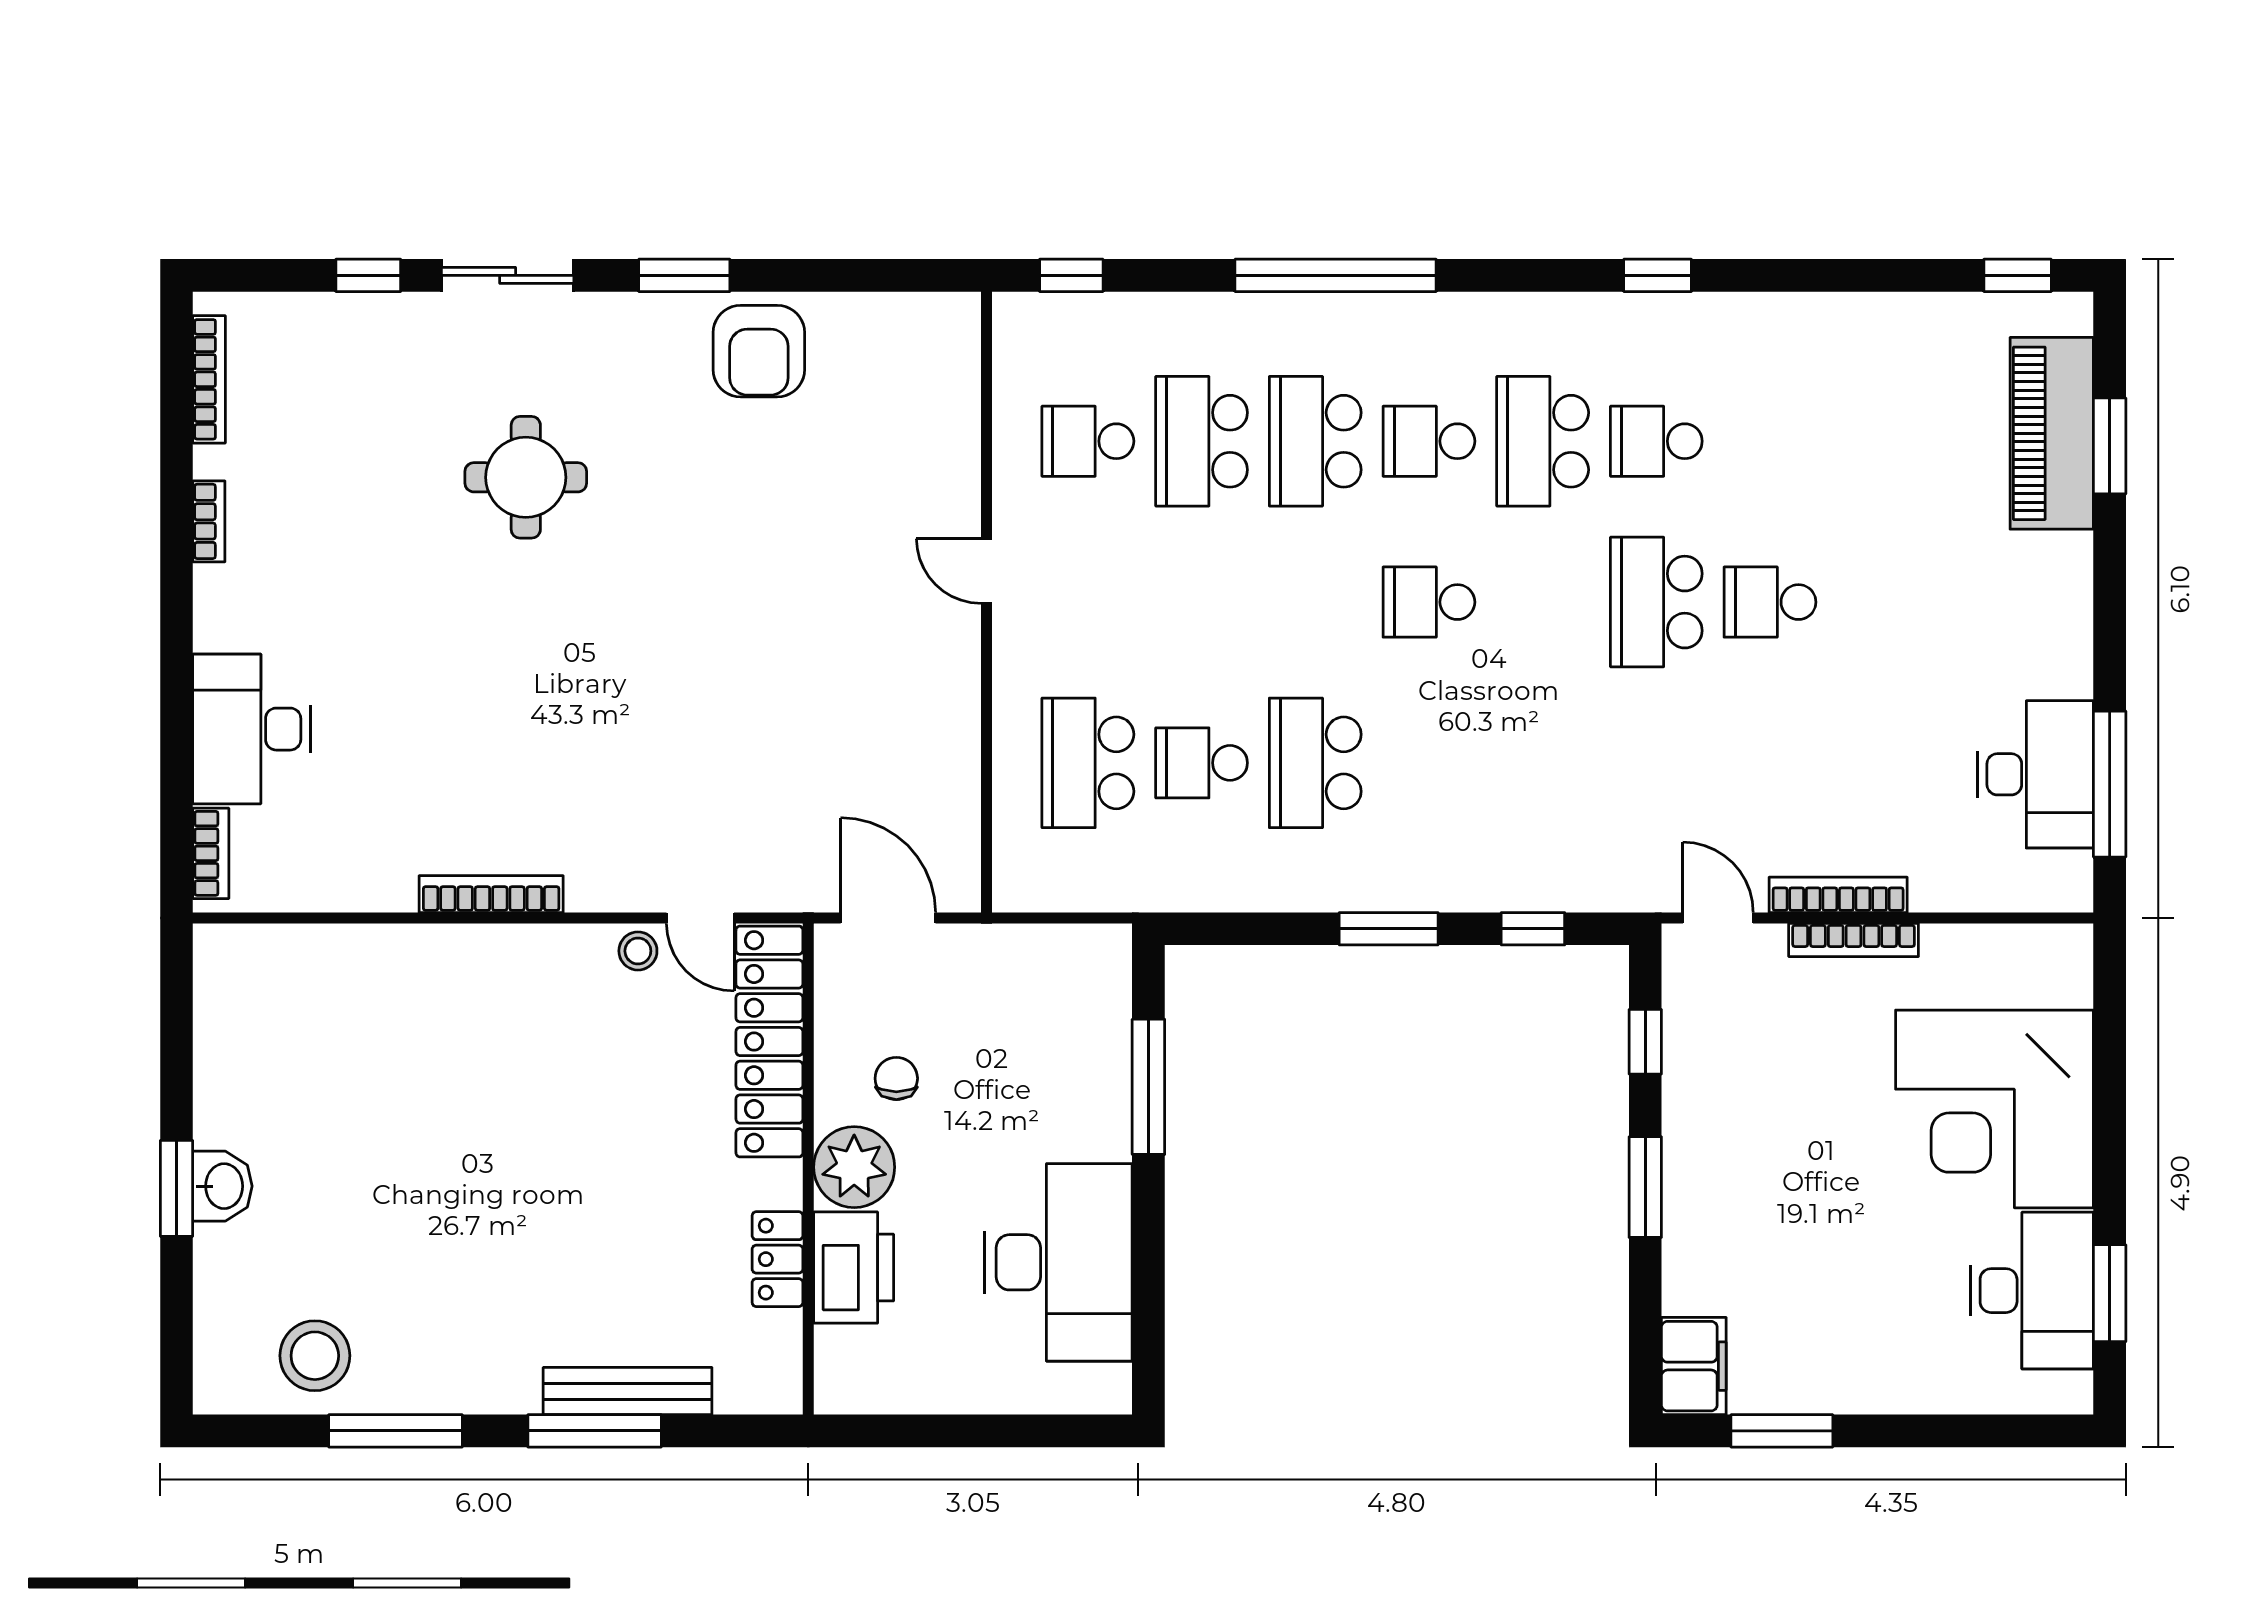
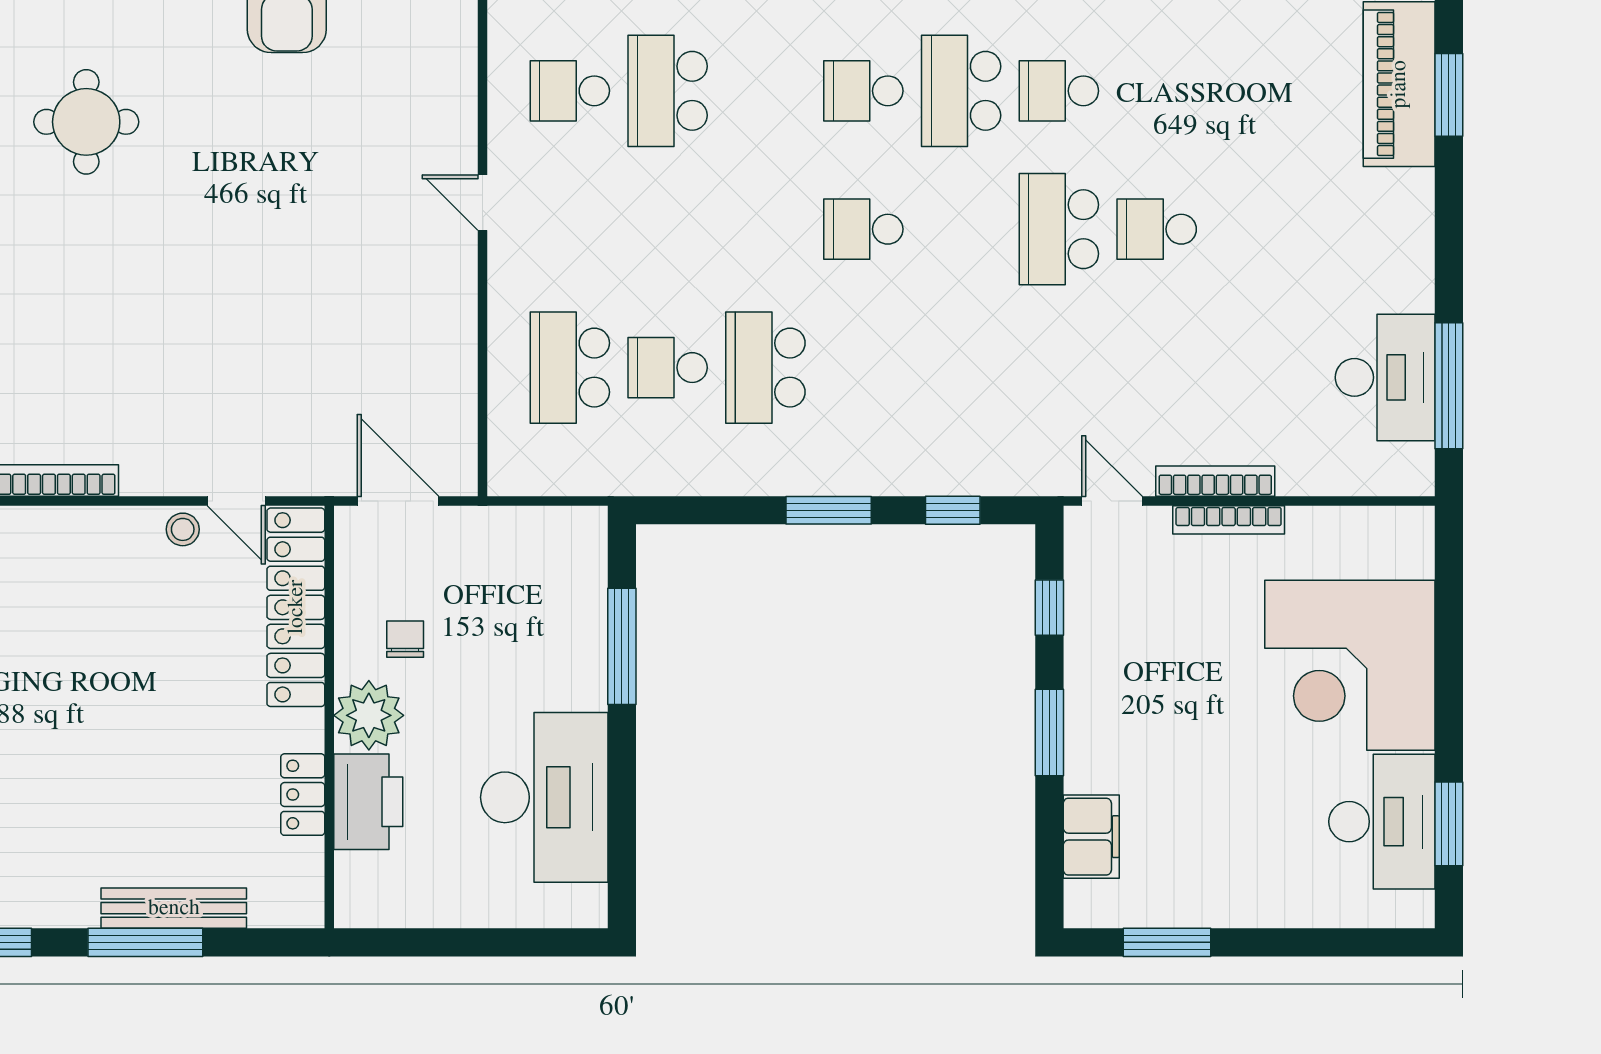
school desk: (1315, 441) -> (765, 91), removed
filing cabinet: (1694, 1366) -> (1091, 837), moved

